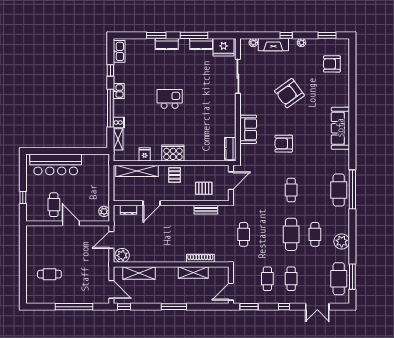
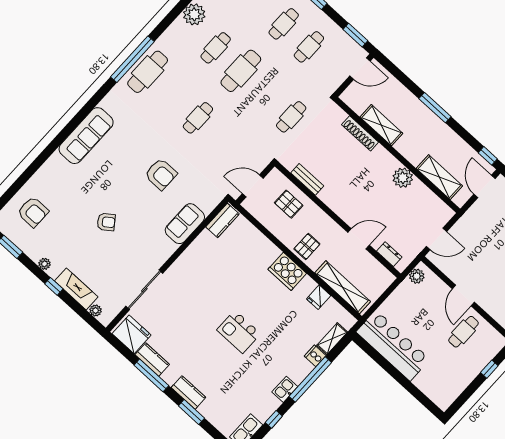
armchair: (289, 93) -> (106, 222), width x0.53, depth x0.53
bar counter: (56, 164) -> (393, 346), moved
plant: (122, 255) -> (403, 178), moved

